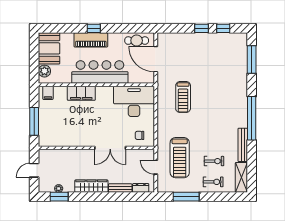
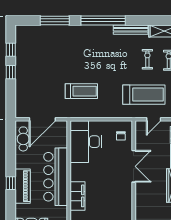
window: (252, 59) -> (55, 20), moved

